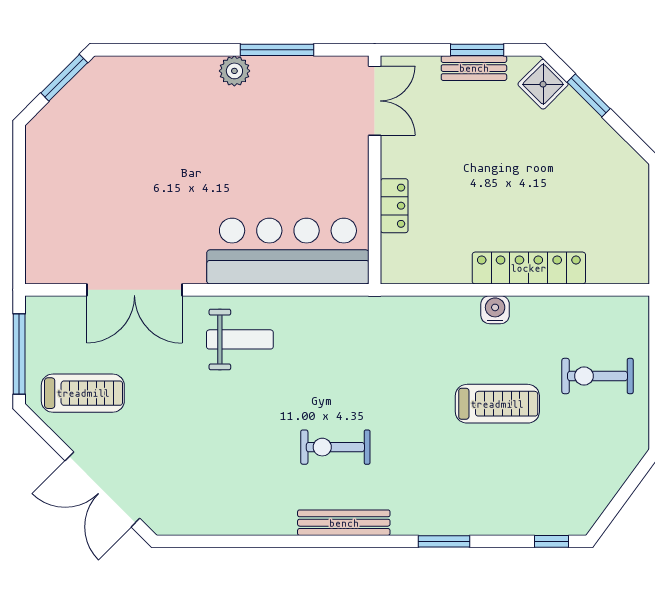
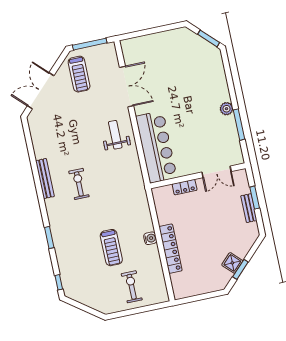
window: (477, 50) -> (255, 198), moved
shower: (543, 84) -> (232, 263), moved
window: (589, 95) -> (240, 269), moved
double door: (375, 101) -> (216, 172), moved
double door: (134, 290) -> (127, 86), swing flipped
weight bench: (240, 339) -> (115, 135), turned 180
bench: (344, 523) -> (45, 179), moved

